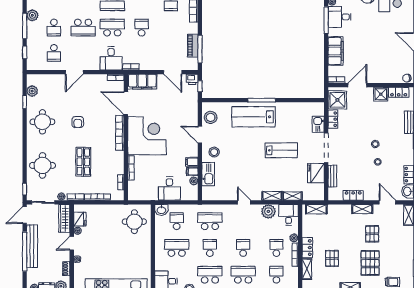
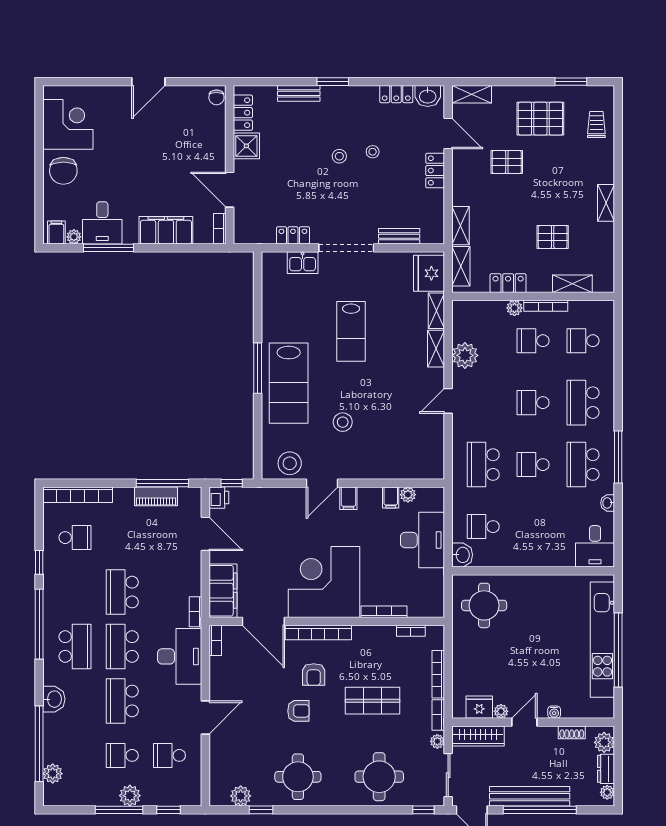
plant: (32, 15) -> (130, 796), moved
school desk: (54, 28) -> (122, 755), turned 180
school desk: (83, 28) -> (122, 701), turned 180
school desk: (142, 28) -> (122, 592), width x1.85
school desk: (54, 53) -> (169, 755), turned 180
desk: (111, 58) -> (180, 656), width x1.37
door: (74, 72) -> (205, 717), hinge flipped
door: (173, 72) -> (205, 534), hinge flipped
shower: (337, 100) -> (257, 227), removed
door: (126, 103) -> (263, 621), hinge flipped
armchair: (97, 130) -> (314, 675), added
lab bench: (281, 150) -> (351, 331), turned 180
stool: (214, 152) -> (343, 422), moved
filing cabinet: (192, 162) -> (348, 498), moved
fridge: (316, 173) -> (429, 273), moved, turned 90
kitchen sink: (208, 174) -> (395, 468), removed
desk: (169, 189) -> (422, 540), width x1.37
locker: (353, 195) -> (435, 171), moved
door: (387, 202) -> (448, 133), swing flipped
shelving: (362, 209) -> (461, 226), moved
desk: (288, 215) -> (471, 318), removed
door: (72, 243) -> (524, 722), swing flipped
school desk: (177, 248) -> (533, 527), removed
locker: (307, 248) -> (508, 283), moved
pallet: (370, 263) -> (540, 119), moved

